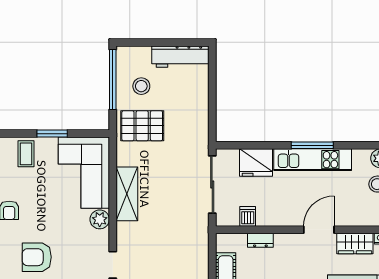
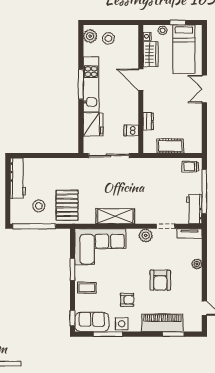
plant: (100, 219) -> (146, 235), moved

